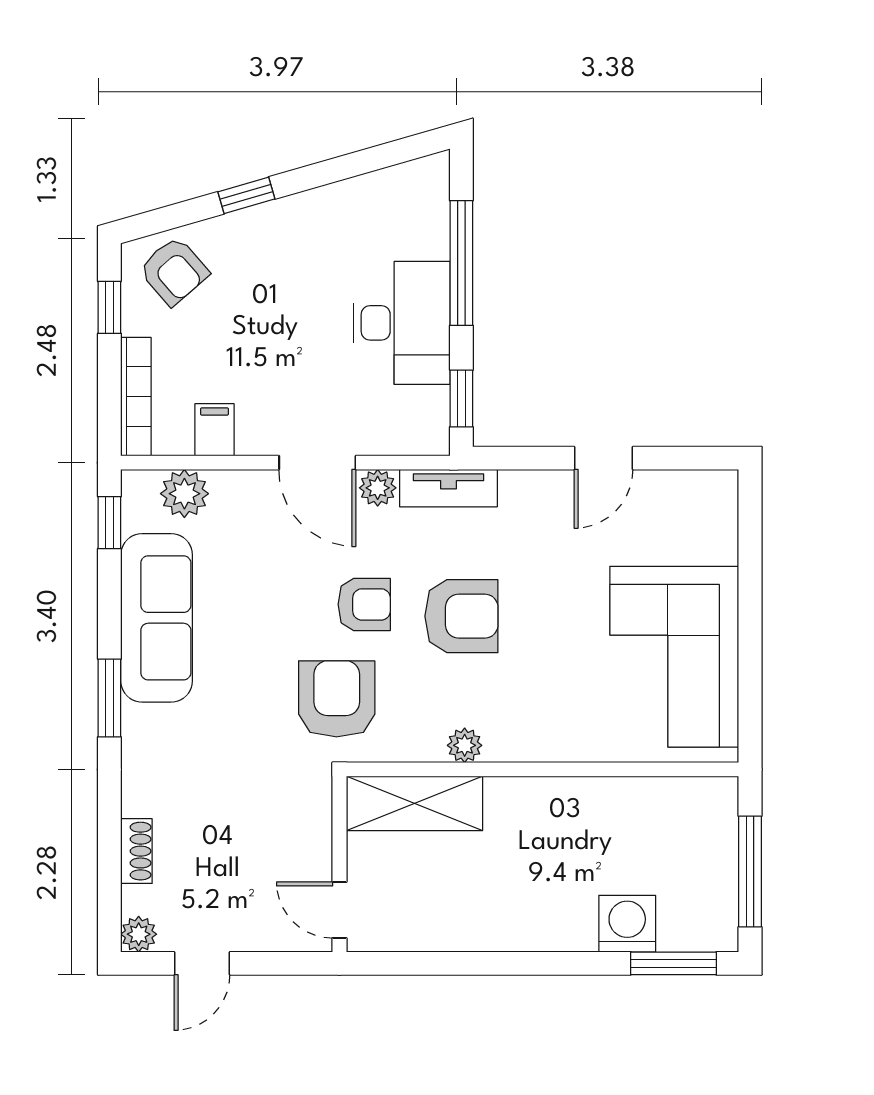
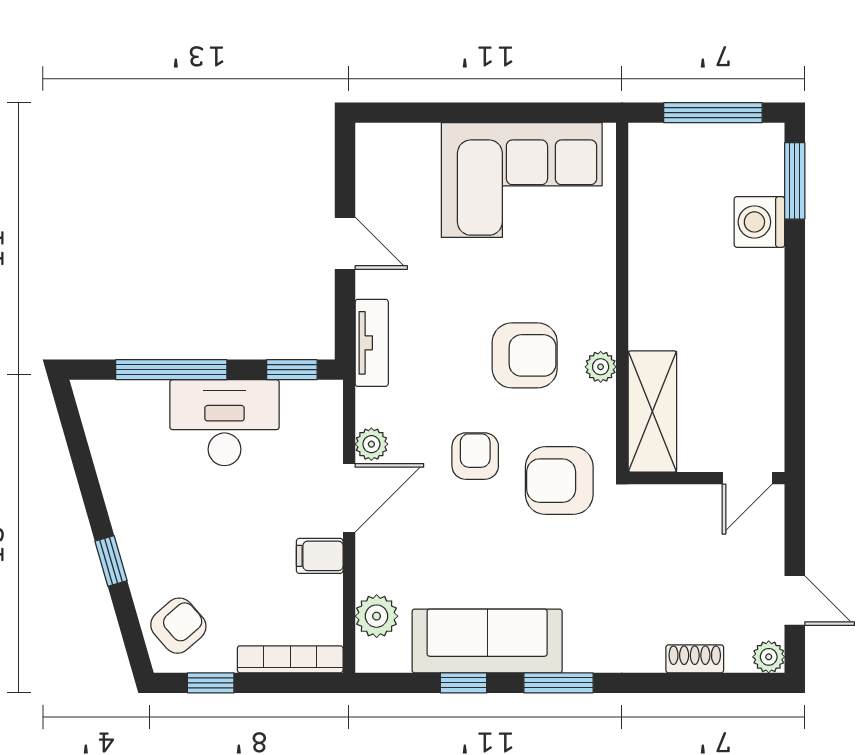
filing cabinet: (215, 430) -> (320, 556), moved
tv unit: (448, 488) -> (372, 343), moved
window: (109, 523) -> (463, 683), moved
armchair: (461, 616) -> (525, 355), moved, turned 90

